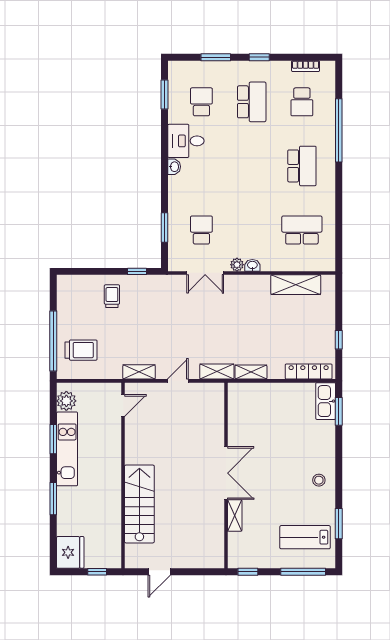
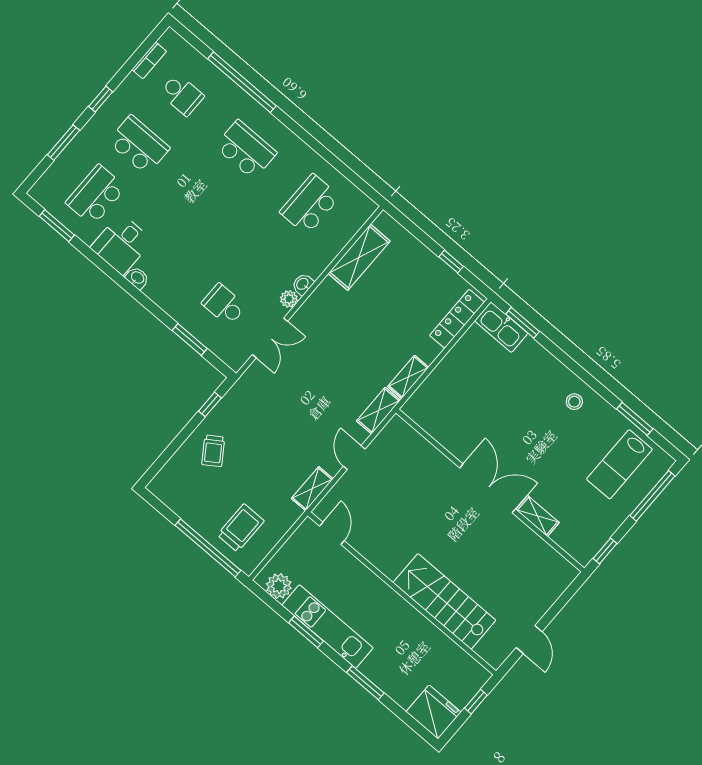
school desk: (201, 102) -> (96, 195), width x1.85
trolley: (112, 296) -> (213, 451), turned -124

